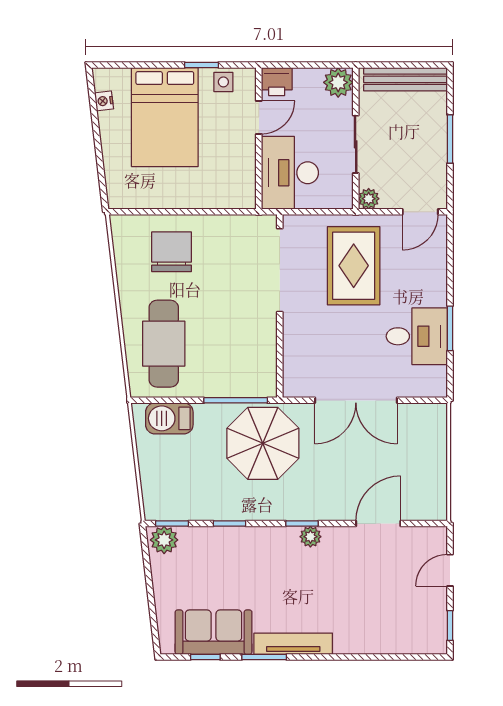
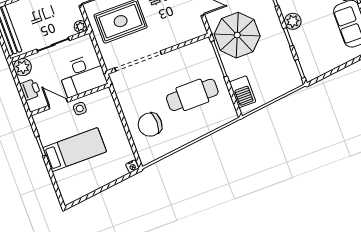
side table: (223, 82) -> (80, 109), moved
printer: (277, 82) -> (30, 90), moved
nightstand: (104, 101) -> (132, 166), moved
bed: (165, 117) -> (75, 150), width x0.67
cafe table: (164, 344) -> (192, 95), moved
plant: (164, 540) -> (293, 21), moved

